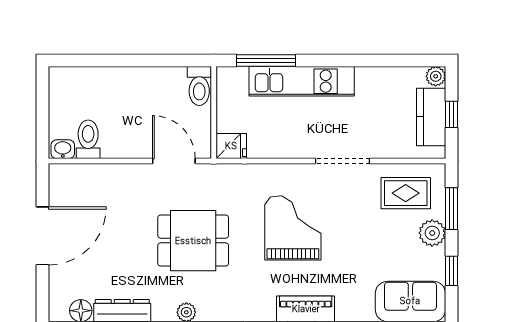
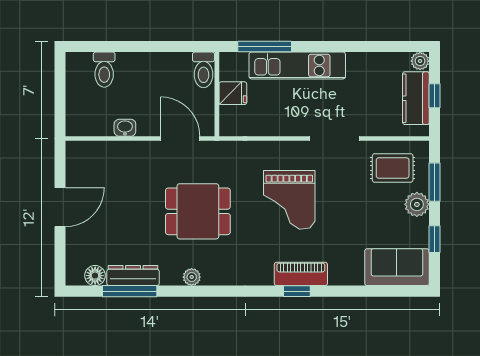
toilet: (88, 139) -> (104, 70), moved, turned 180
fridge: (231, 146) -> (233, 93), moved
washbasin: (63, 149) -> (125, 128), moved
grand piano: (293, 228) -> (289, 200), turned 180
door: (42, 236) -> (60, 207), width x0.73

